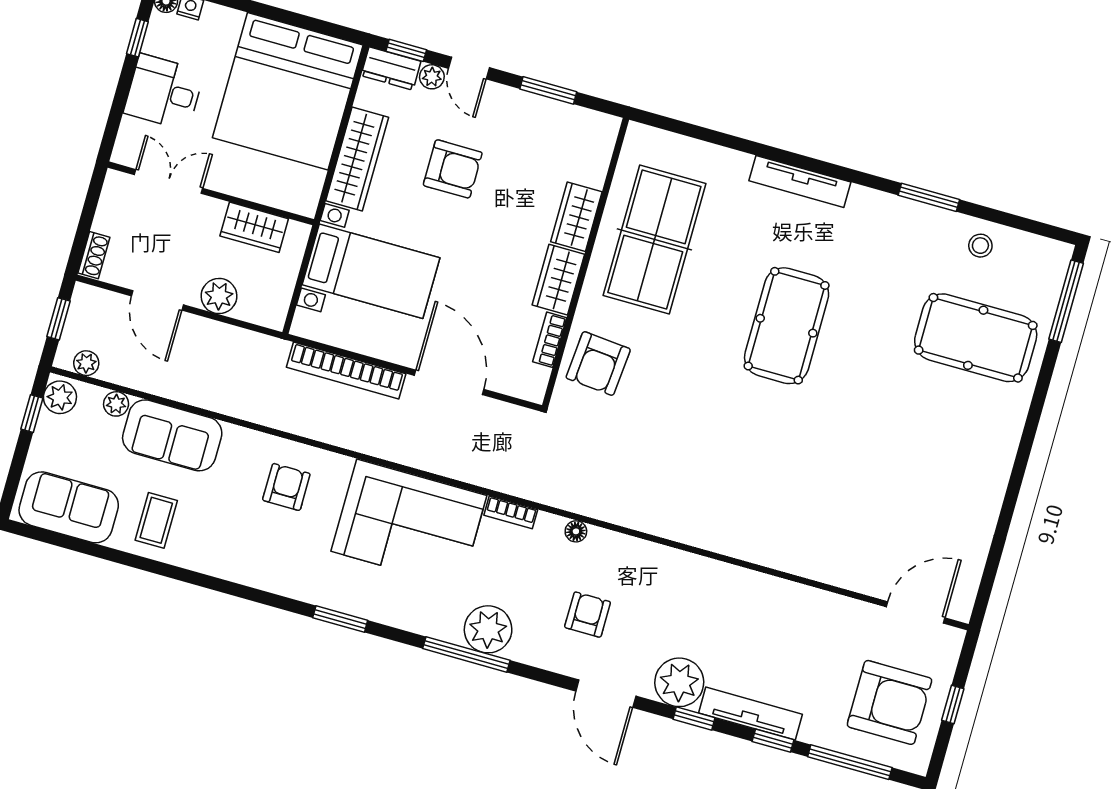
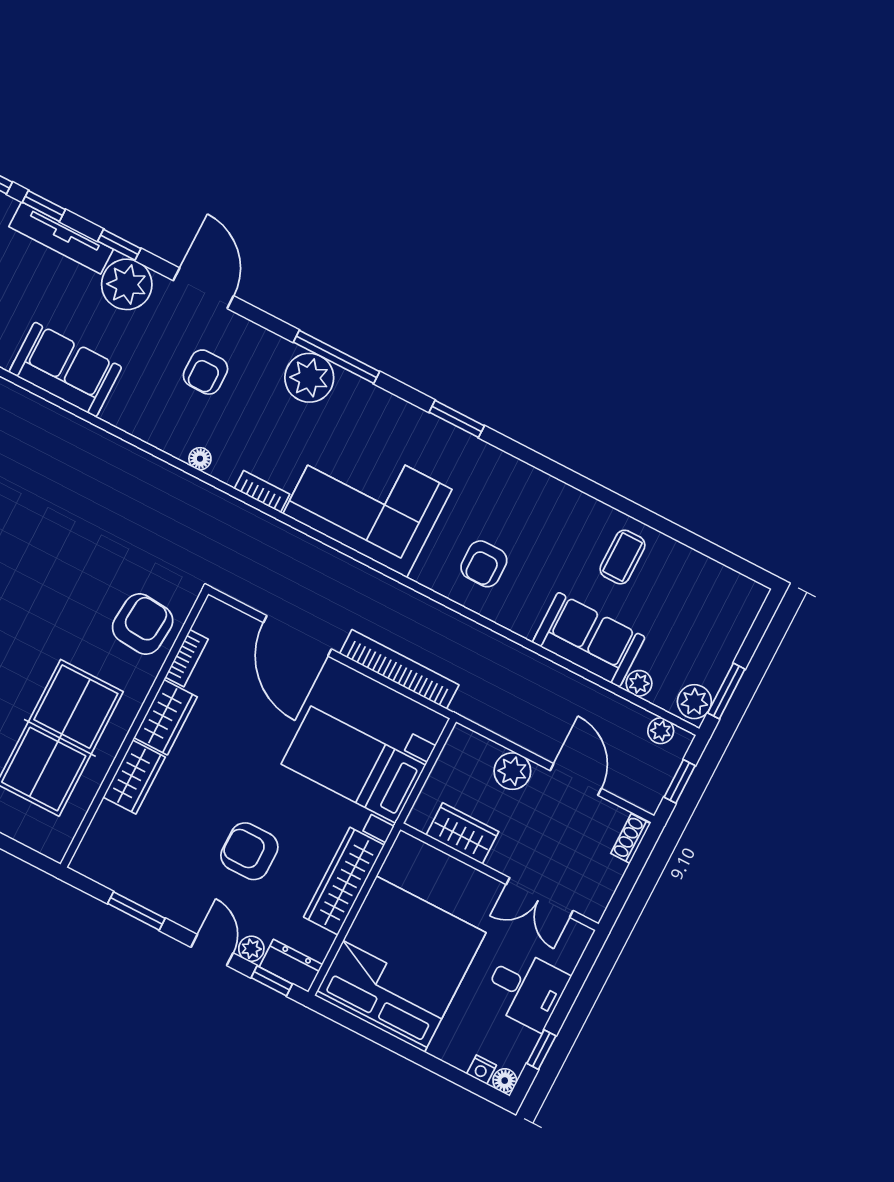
window: (32, 414) -> (726, 691), width x1.50
sofa: (69, 507) -> (65, 370), moved, turned 180

